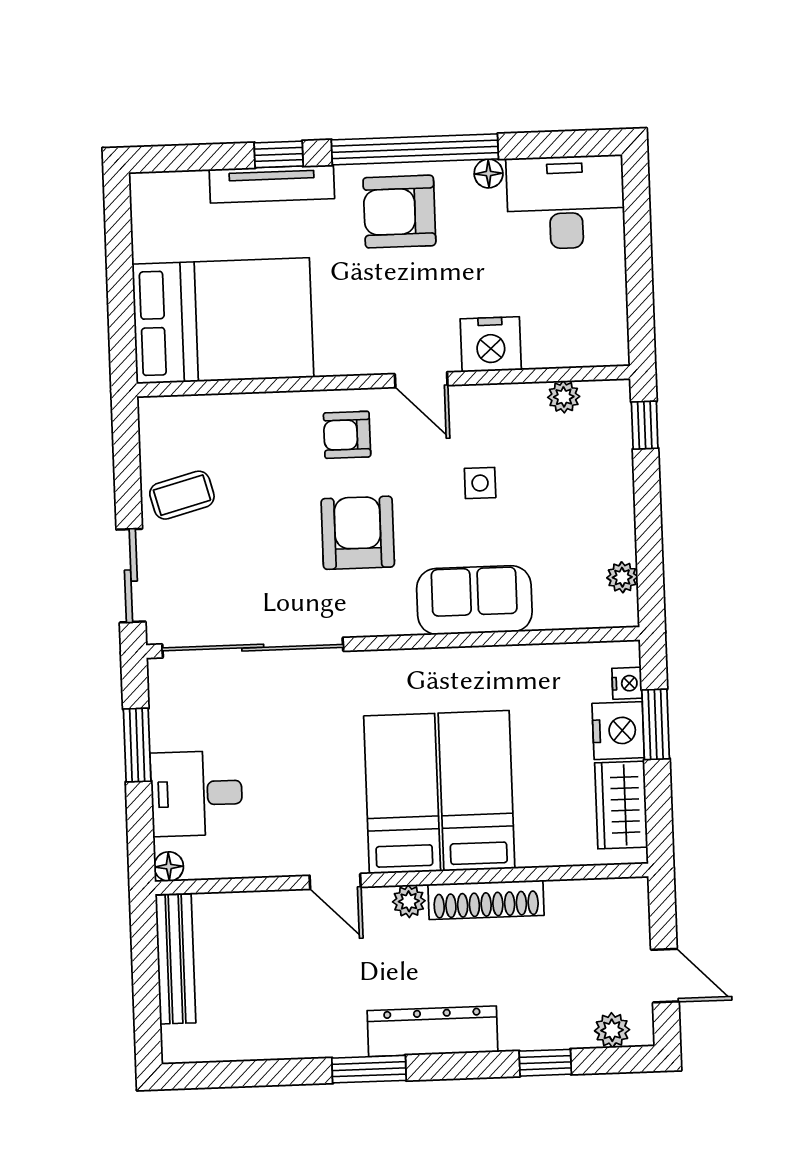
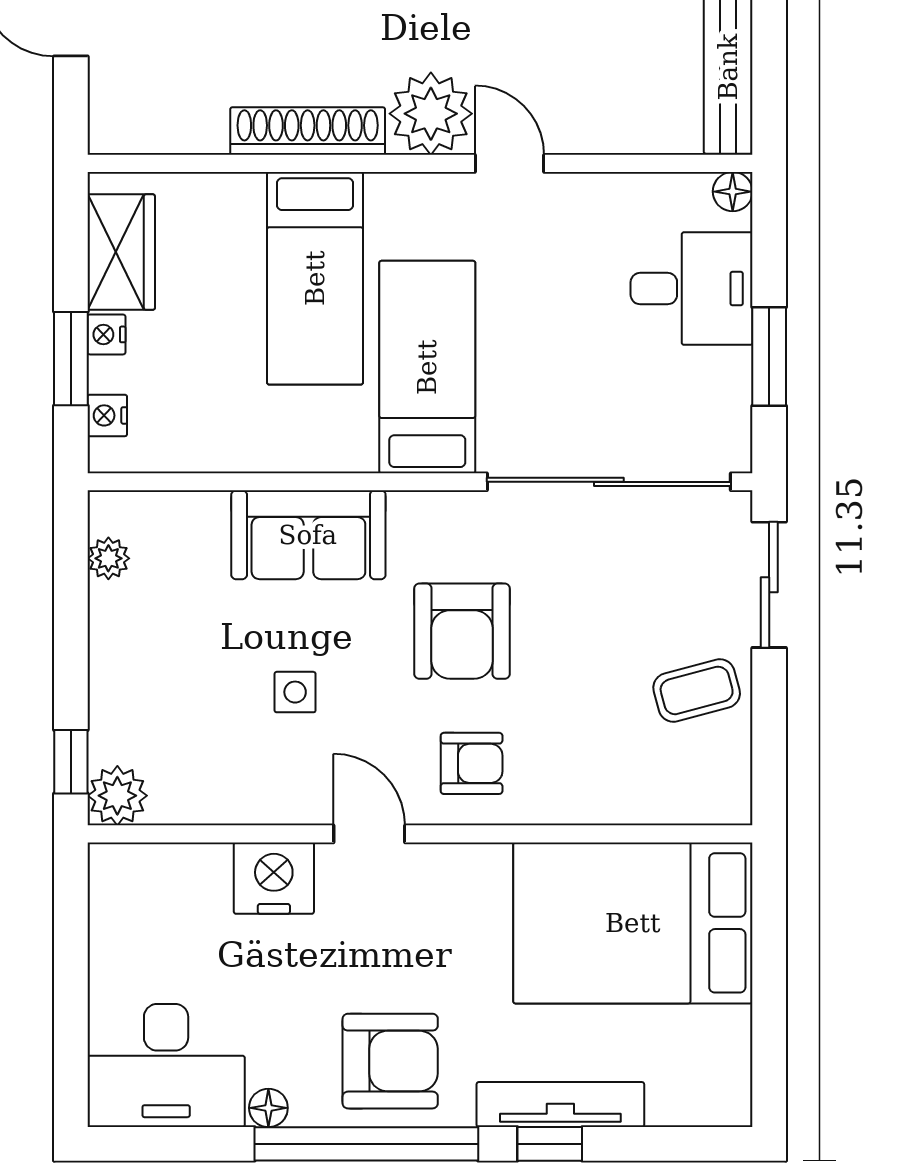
plant: (564, 397) -> (117, 796), moved, width x1.38, depth x1.38
nightstand: (618, 731) -> (106, 334), width x0.53, depth x0.56
bed: (402, 794) -> (427, 367), moved, turned 180
plant: (409, 901) -> (431, 114), width x1.87, depth x1.87

